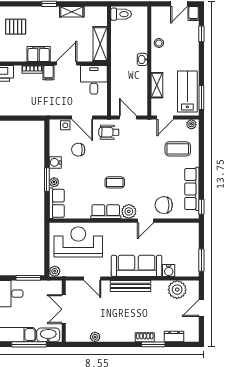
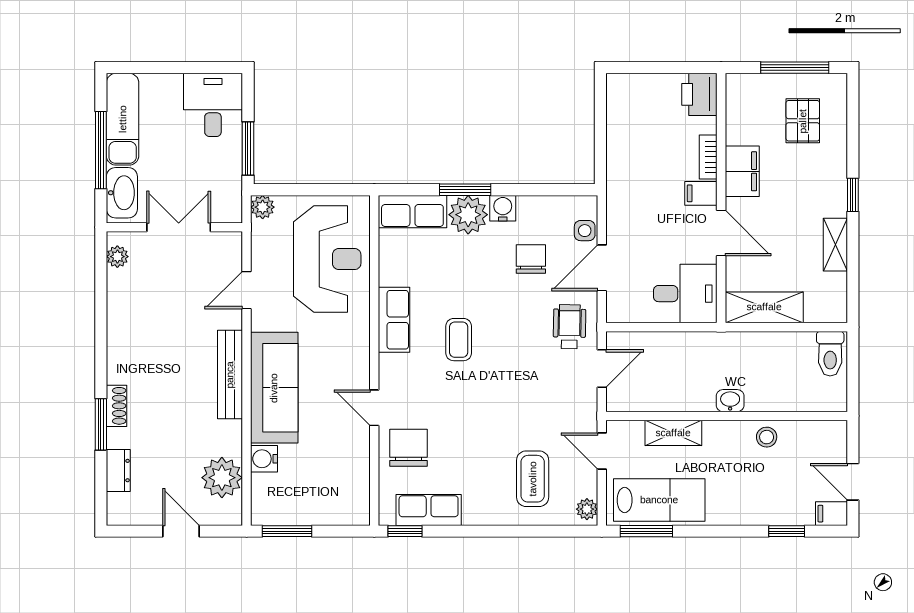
plant: (54, 182) -> (468, 215), width x1.88, depth x1.88
row of seats: (192, 189) -> (429, 510), width x0.68
plant: (129, 211) -> (395, 371), removed
plant: (95, 337) -> (117, 257), moved

